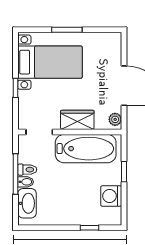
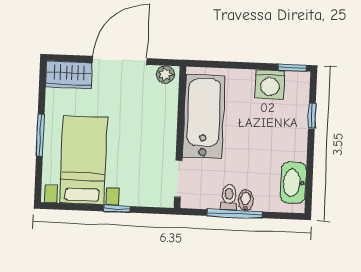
wardrobe: (77, 120) -> (69, 75), moved, turned -90
window: (124, 172) -> (292, 68), moved
washbasin: (27, 203) -> (293, 183), moved, turned -90

